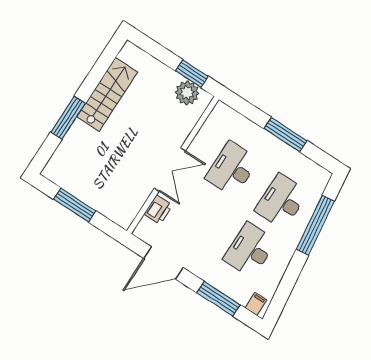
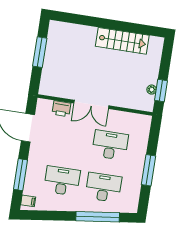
plant: (187, 93) -> (152, 90), width x0.53, depth x0.53
window: (68, 118) -> (95, 22), removed

